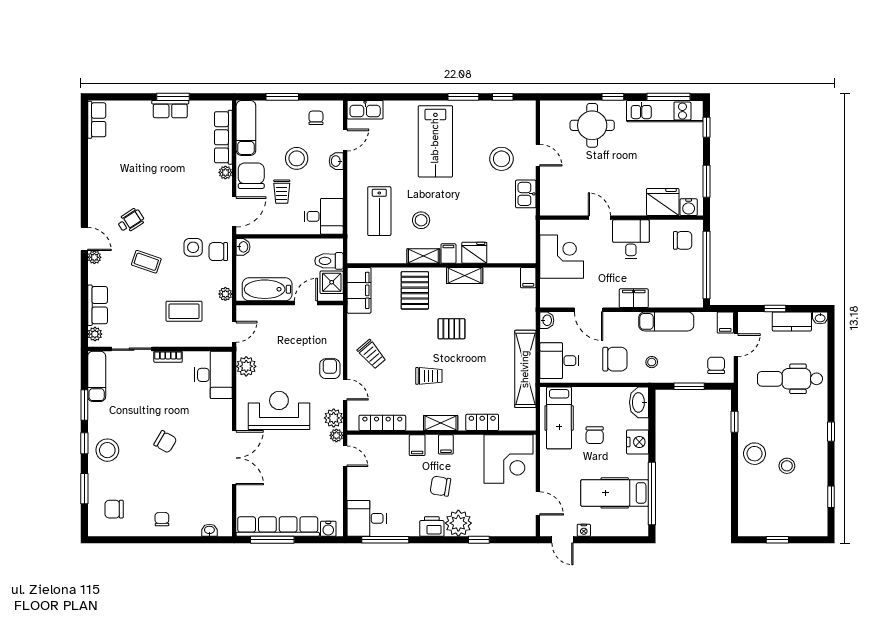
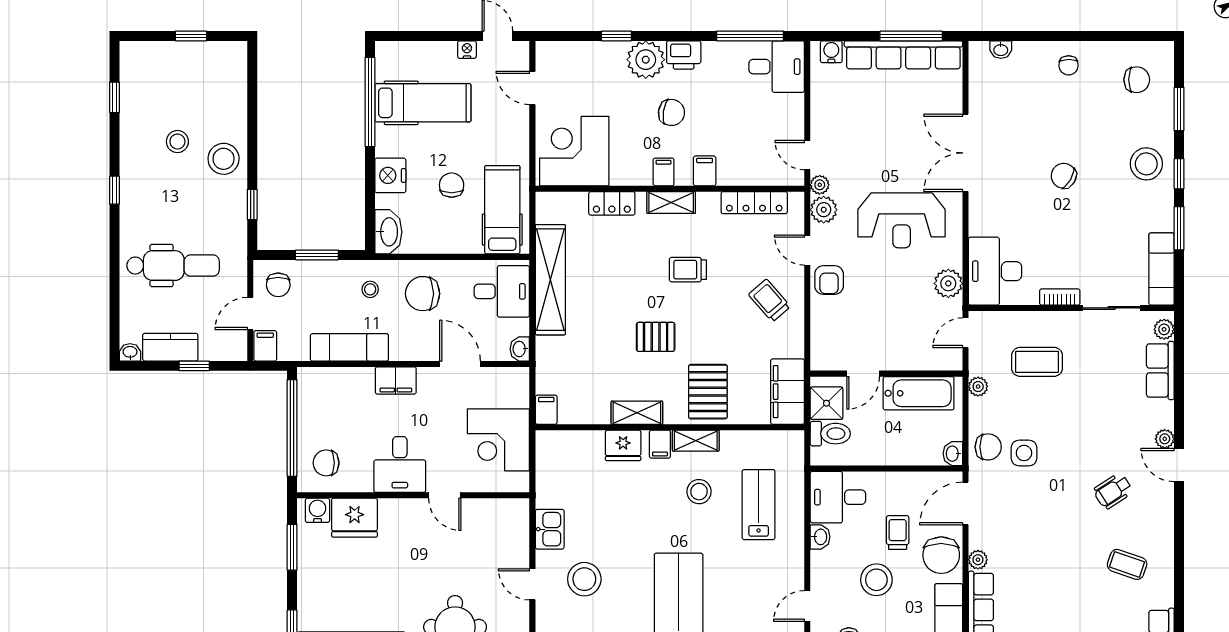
washbasin: (336, 161) -> (820, 537), moved
coffee table: (146, 262) -> (1127, 564), moved

